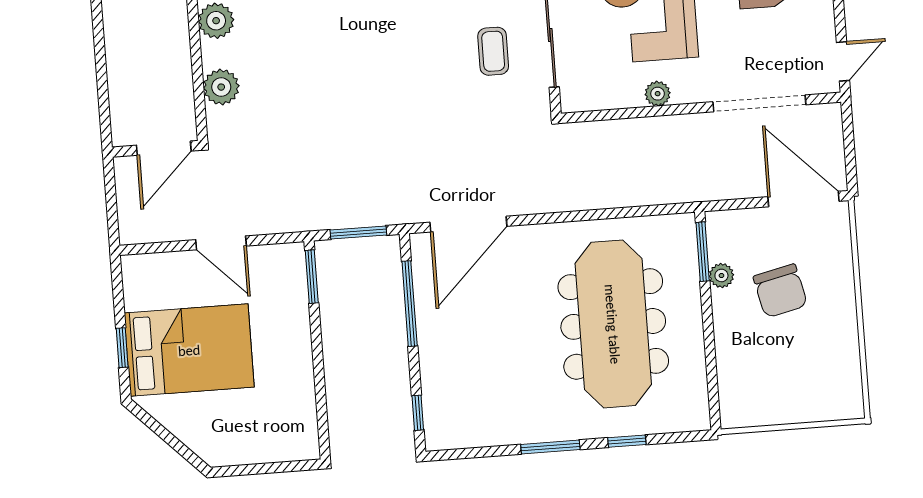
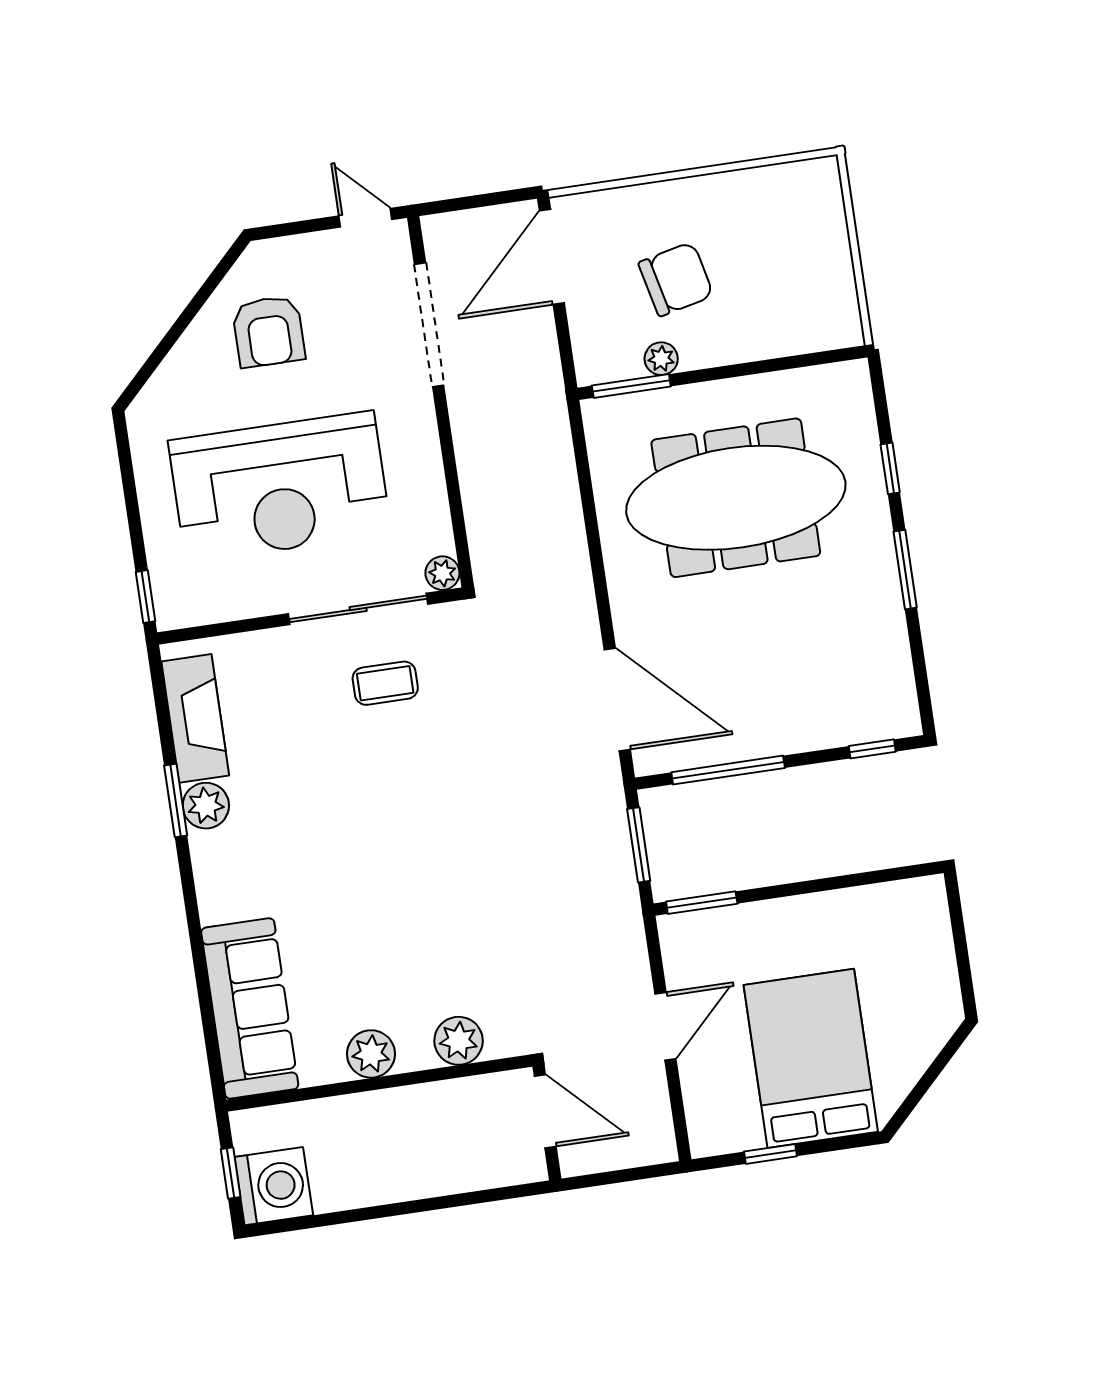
plant: (658, 94) -> (442, 573), moved
window: (122, 348) -> (771, 1154), moved

